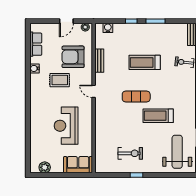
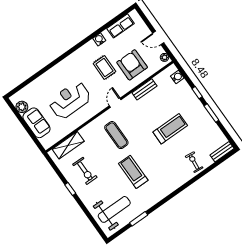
treadmill: (145, 62) -> (170, 129), turned 90
exercise mat: (136, 96) -> (116, 135), moved
shelving: (101, 152) -> (68, 145), added
sofa: (78, 165) -> (36, 123), moved

